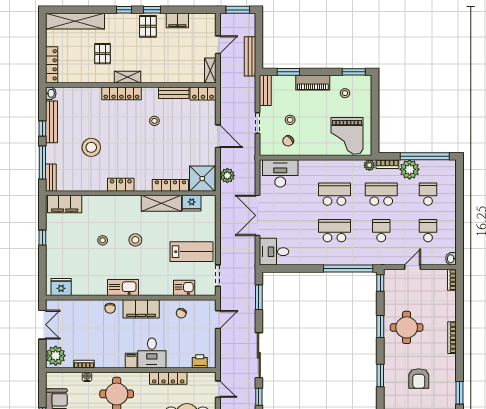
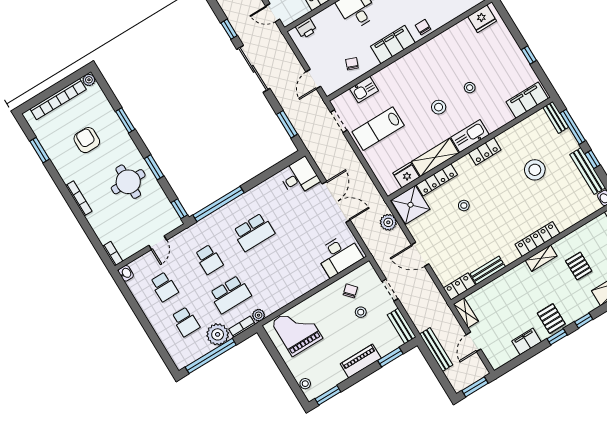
stool: (345, 93) -> (305, 384), moved
stool: (154, 121) -> (464, 205), moved
school desk: (334, 194) -> (275, 267), removed
kitchen sink: (123, 287) -> (470, 136), moved, turned 180

